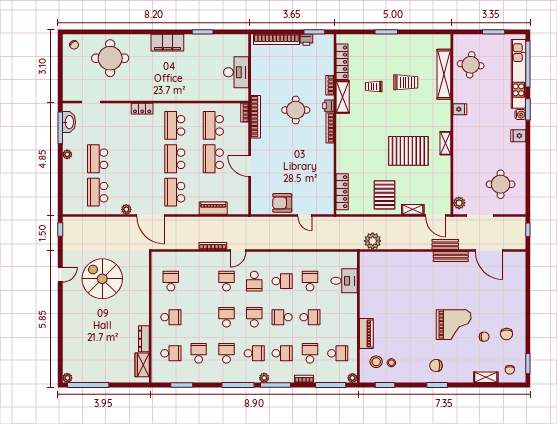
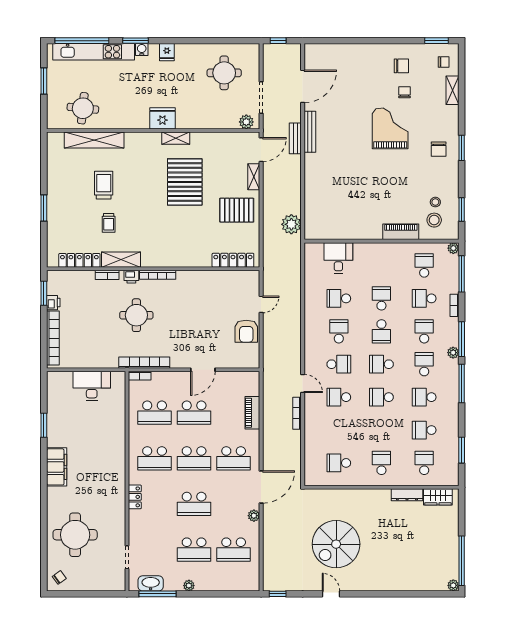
fridge: (460, 109) -> (162, 118), moved, width x1.88, depth x1.34
school desk: (136, 159) -> (194, 504), added

